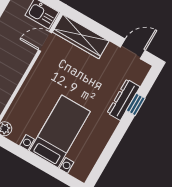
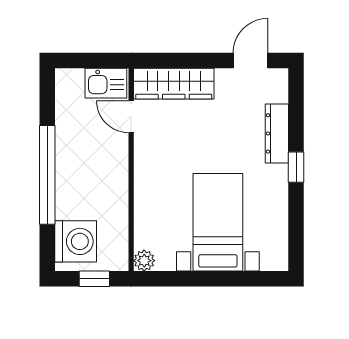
door: (45, 41) -> (131, 117), hinge flipped
window: (136, 104) -> (296, 167), moved

